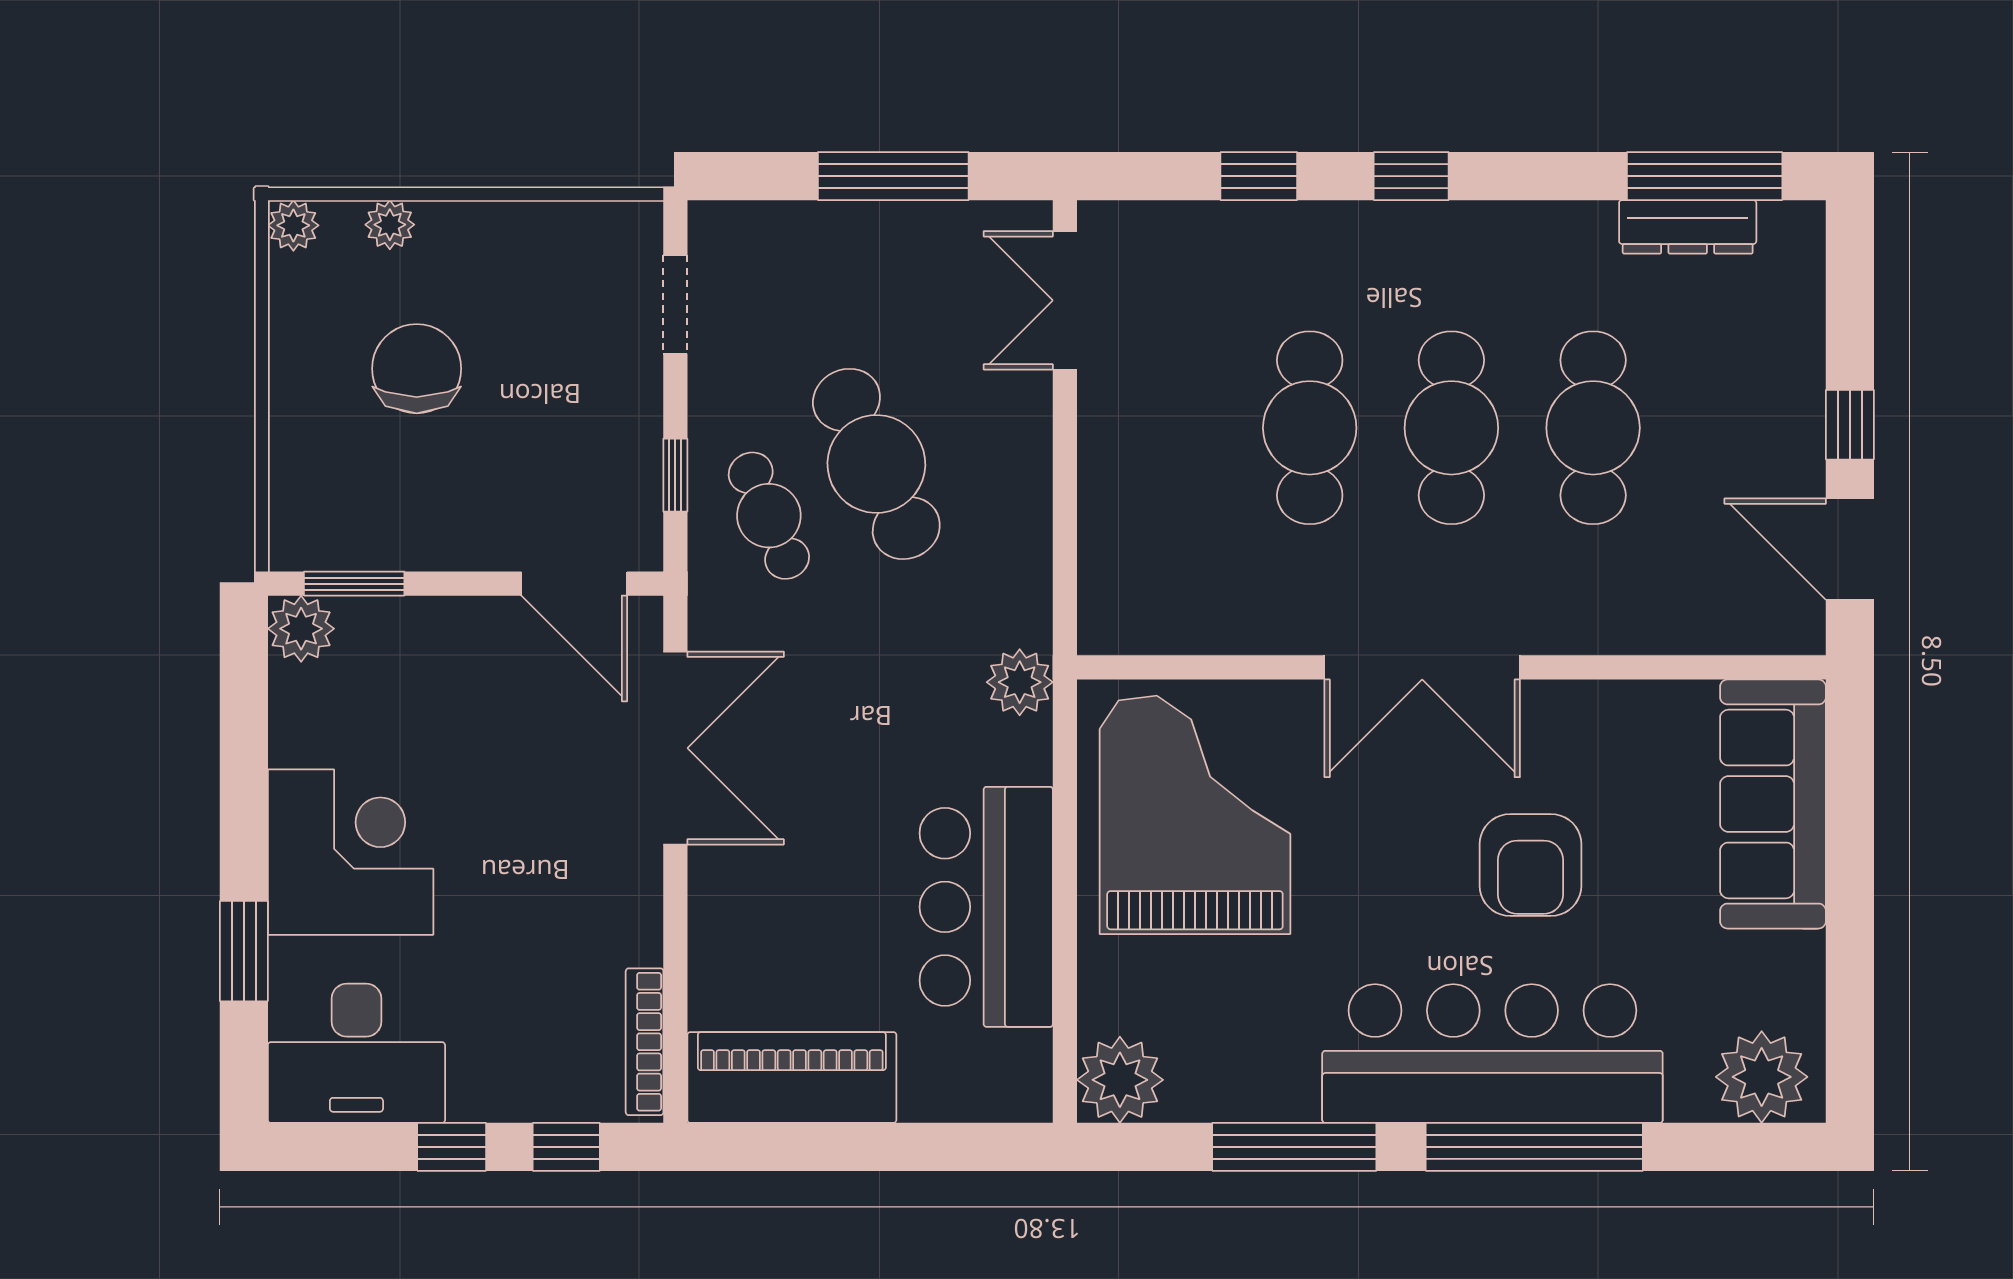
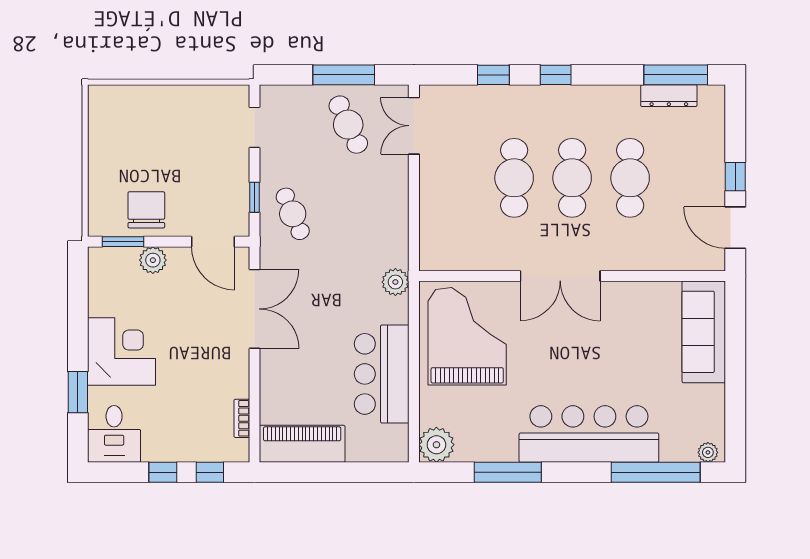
plant: (293, 225) -> (98, 95), removed
plant: (390, 225) -> (138, 95), removed
chair: (417, 369) -> (146, 210), moved
cafe table: (876, 464) -> (348, 125), moved, width x0.73, depth x0.74
plant: (301, 629) -> (153, 260), moved
armchair: (1531, 865) -> (604, 357), removed
bookcase: (645, 1042) -> (242, 418), width x0.64
desk: (356, 1053) -> (114, 434), width x0.73
plant: (1762, 1077) -> (708, 452), width x0.53, depth x0.53
window: (1534, 1147) -> (656, 472), moved

